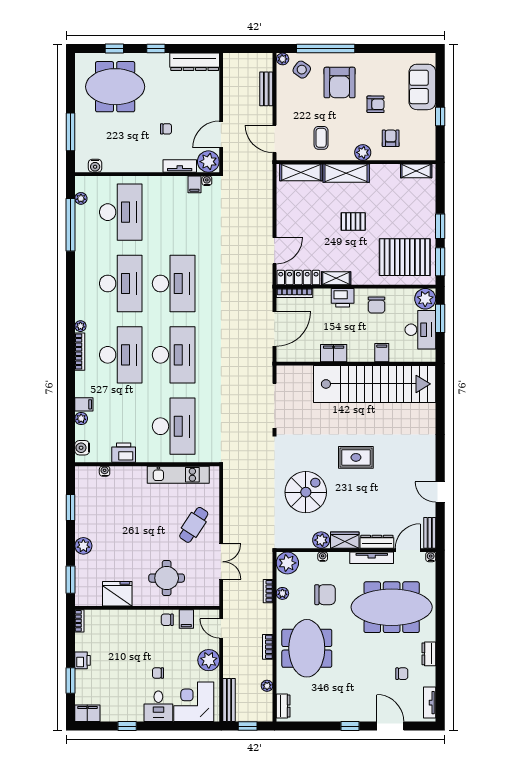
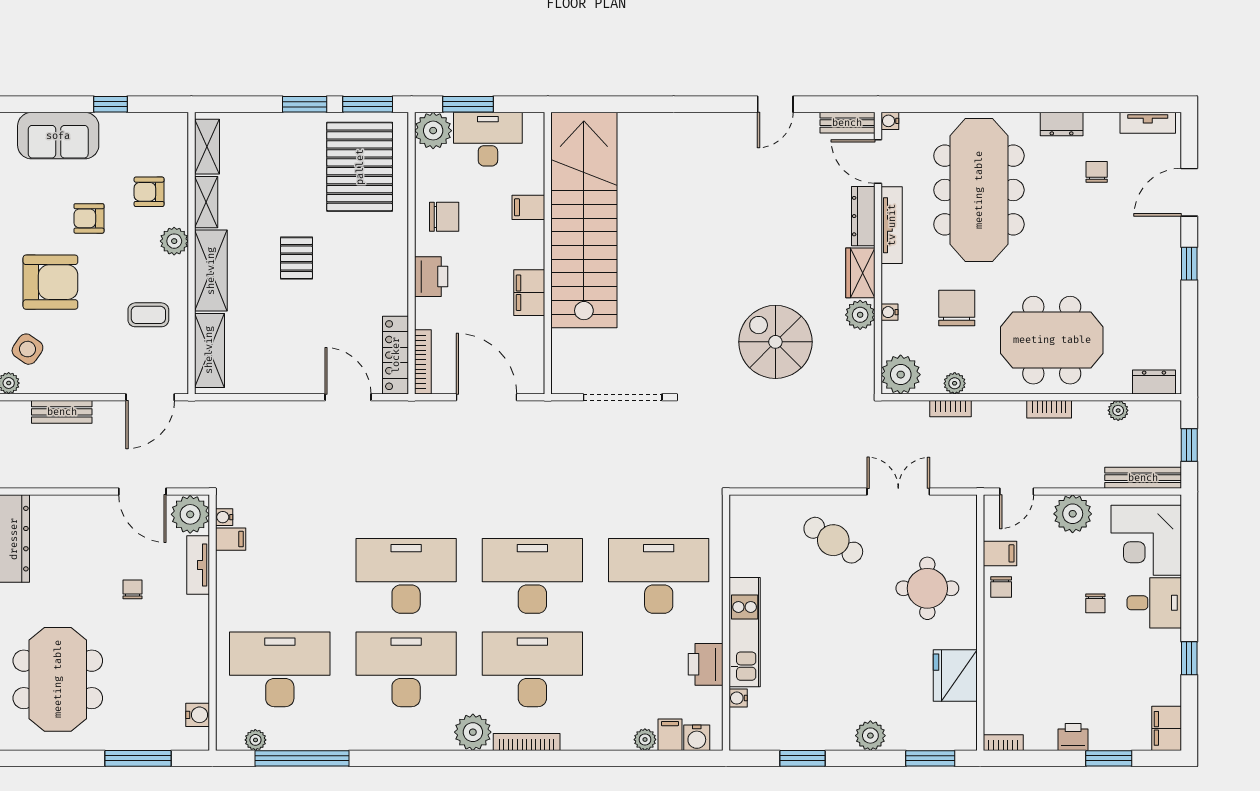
armchair: (376, 104) -> (89, 218), turned -90
shelving: (336, 278) -> (206, 202), moved
plant: (80, 326) -> (473, 732), width x1.88, depth x1.88
filing cabinet: (84, 404) -> (670, 735), moved
rug: (356, 457) -> (714, 253), removed
kitchen unit: (178, 475) -> (745, 632), moved

